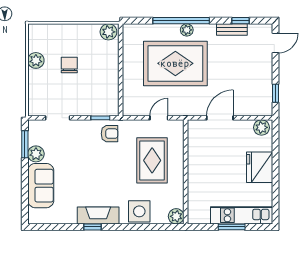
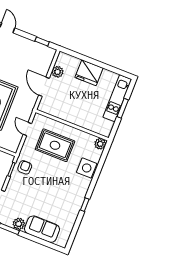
plant: (261, 127) -> (58, 72), moved
fireplace: (98, 215) -> (78, 198), removed

